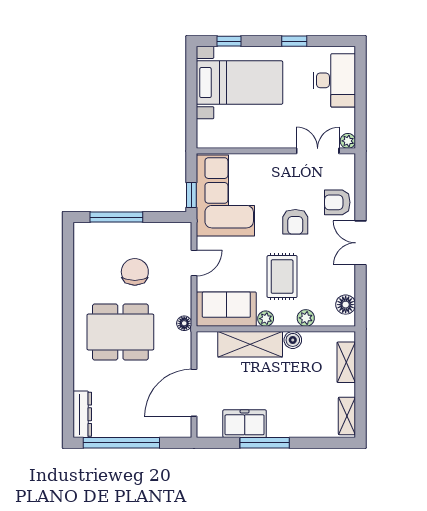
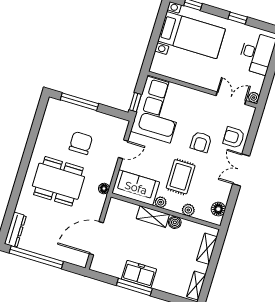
shelving: (250, 344) -> (153, 217), width x0.67, depth x0.75
freezer: (245, 424) -> (139, 274), moved

